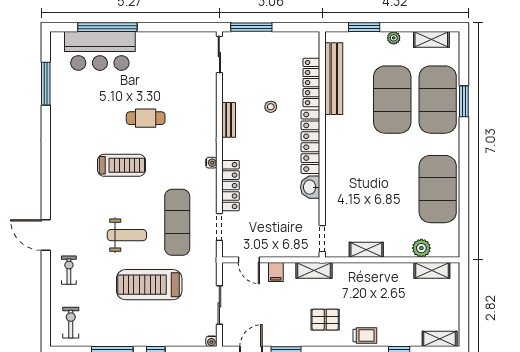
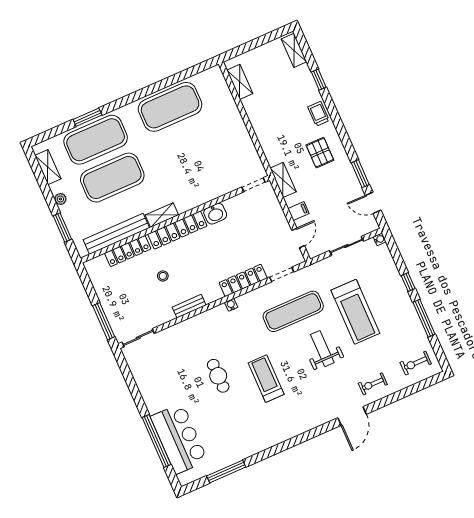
plant: (421, 248) -> (225, 99), removed
shelving: (366, 250) -> (162, 215), moved, turned 90

